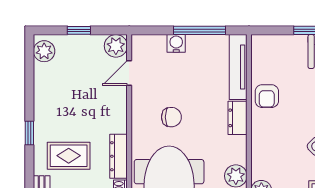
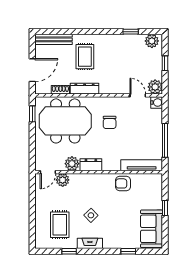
water cooler: (176, 43) -> (157, 103), moved
dresser: (238, 118) -> (91, 165), moved
window: (29, 133) -> (131, 32), moved

